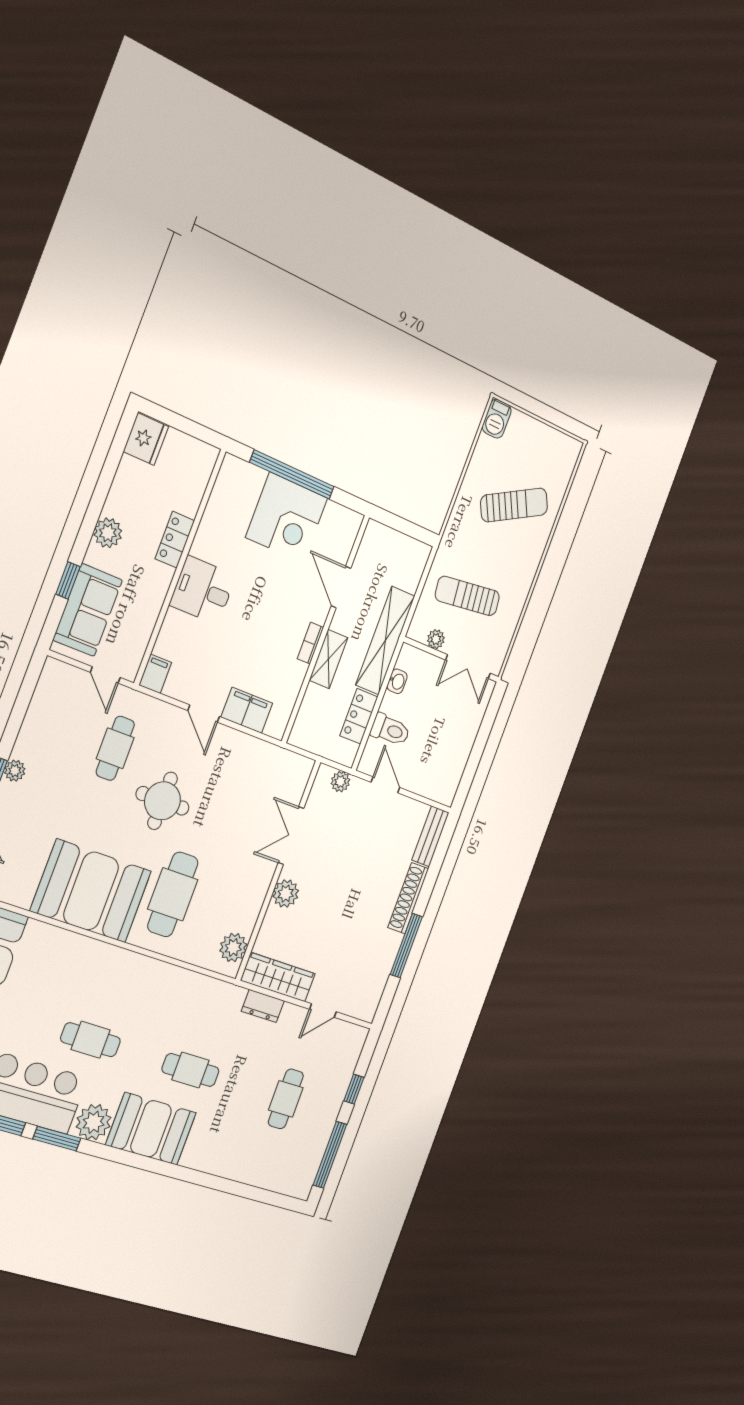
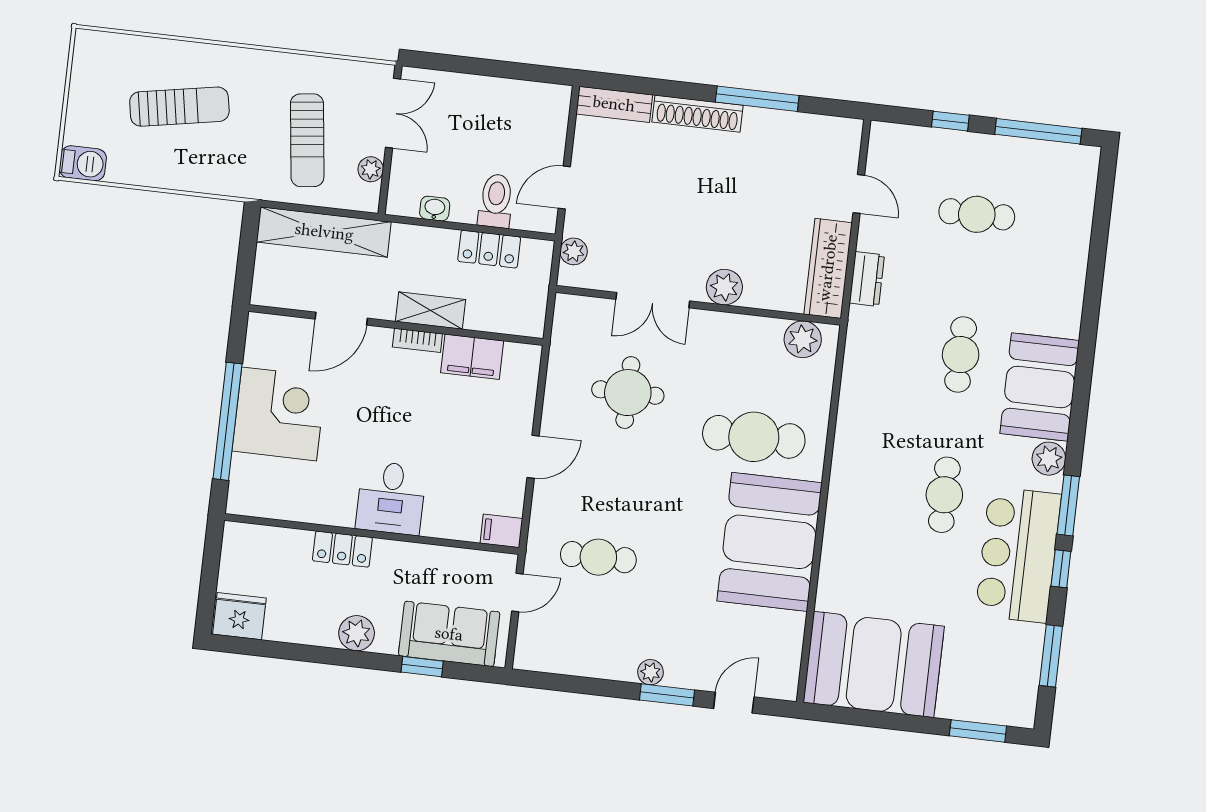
sun lounger: (514, 505) -> (179, 107), turned 108
shelving: (385, 640) -> (324, 232), moved
filing cabinet: (247, 710) -> (472, 357), moved, turned -90
round table: (163, 801) -> (628, 393), moved
plant: (94, 1122) -> (1049, 459), width x0.73, depth x0.73

